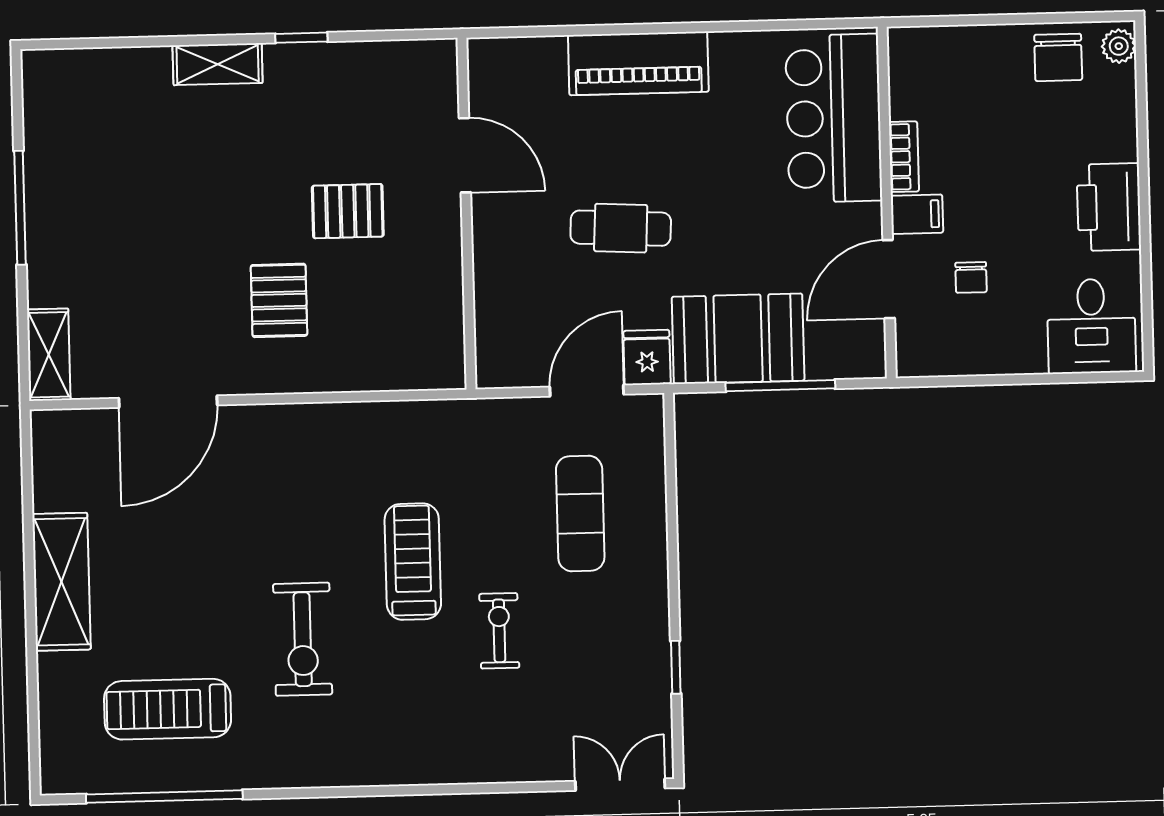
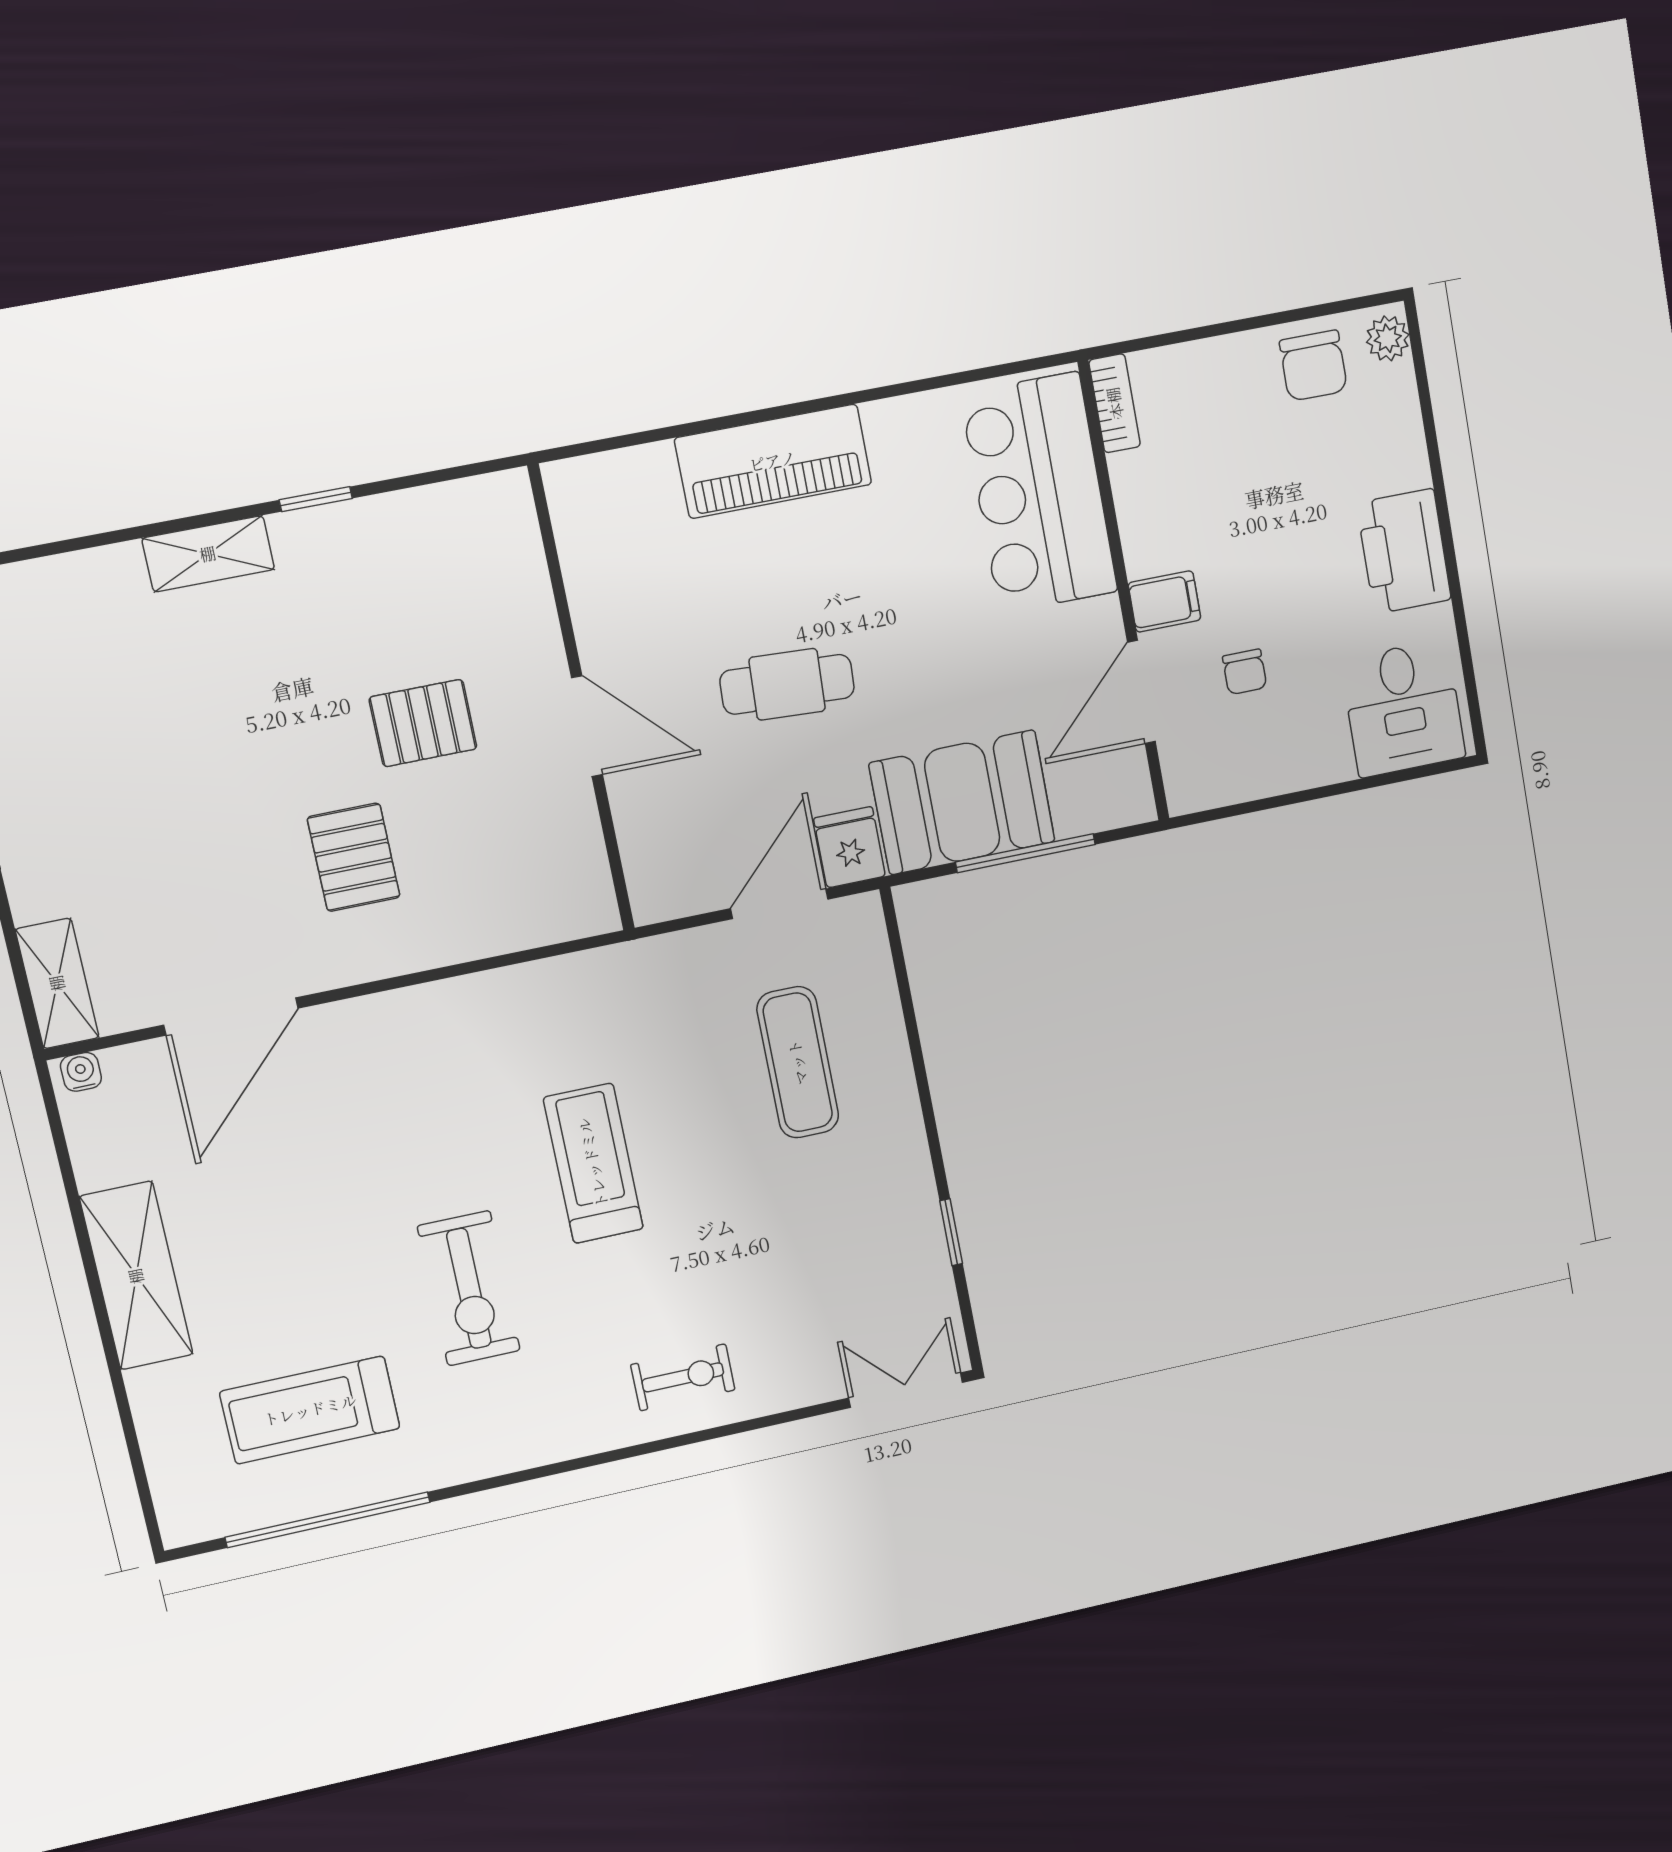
door: (465, 155) -> (587, 726), moved
bookcase: (904, 157) -> (1115, 403), moved
water cooler: (52, 423) -> (81, 1072), added
exercise bike: (499, 631) -> (683, 1377), moved, turned 90

